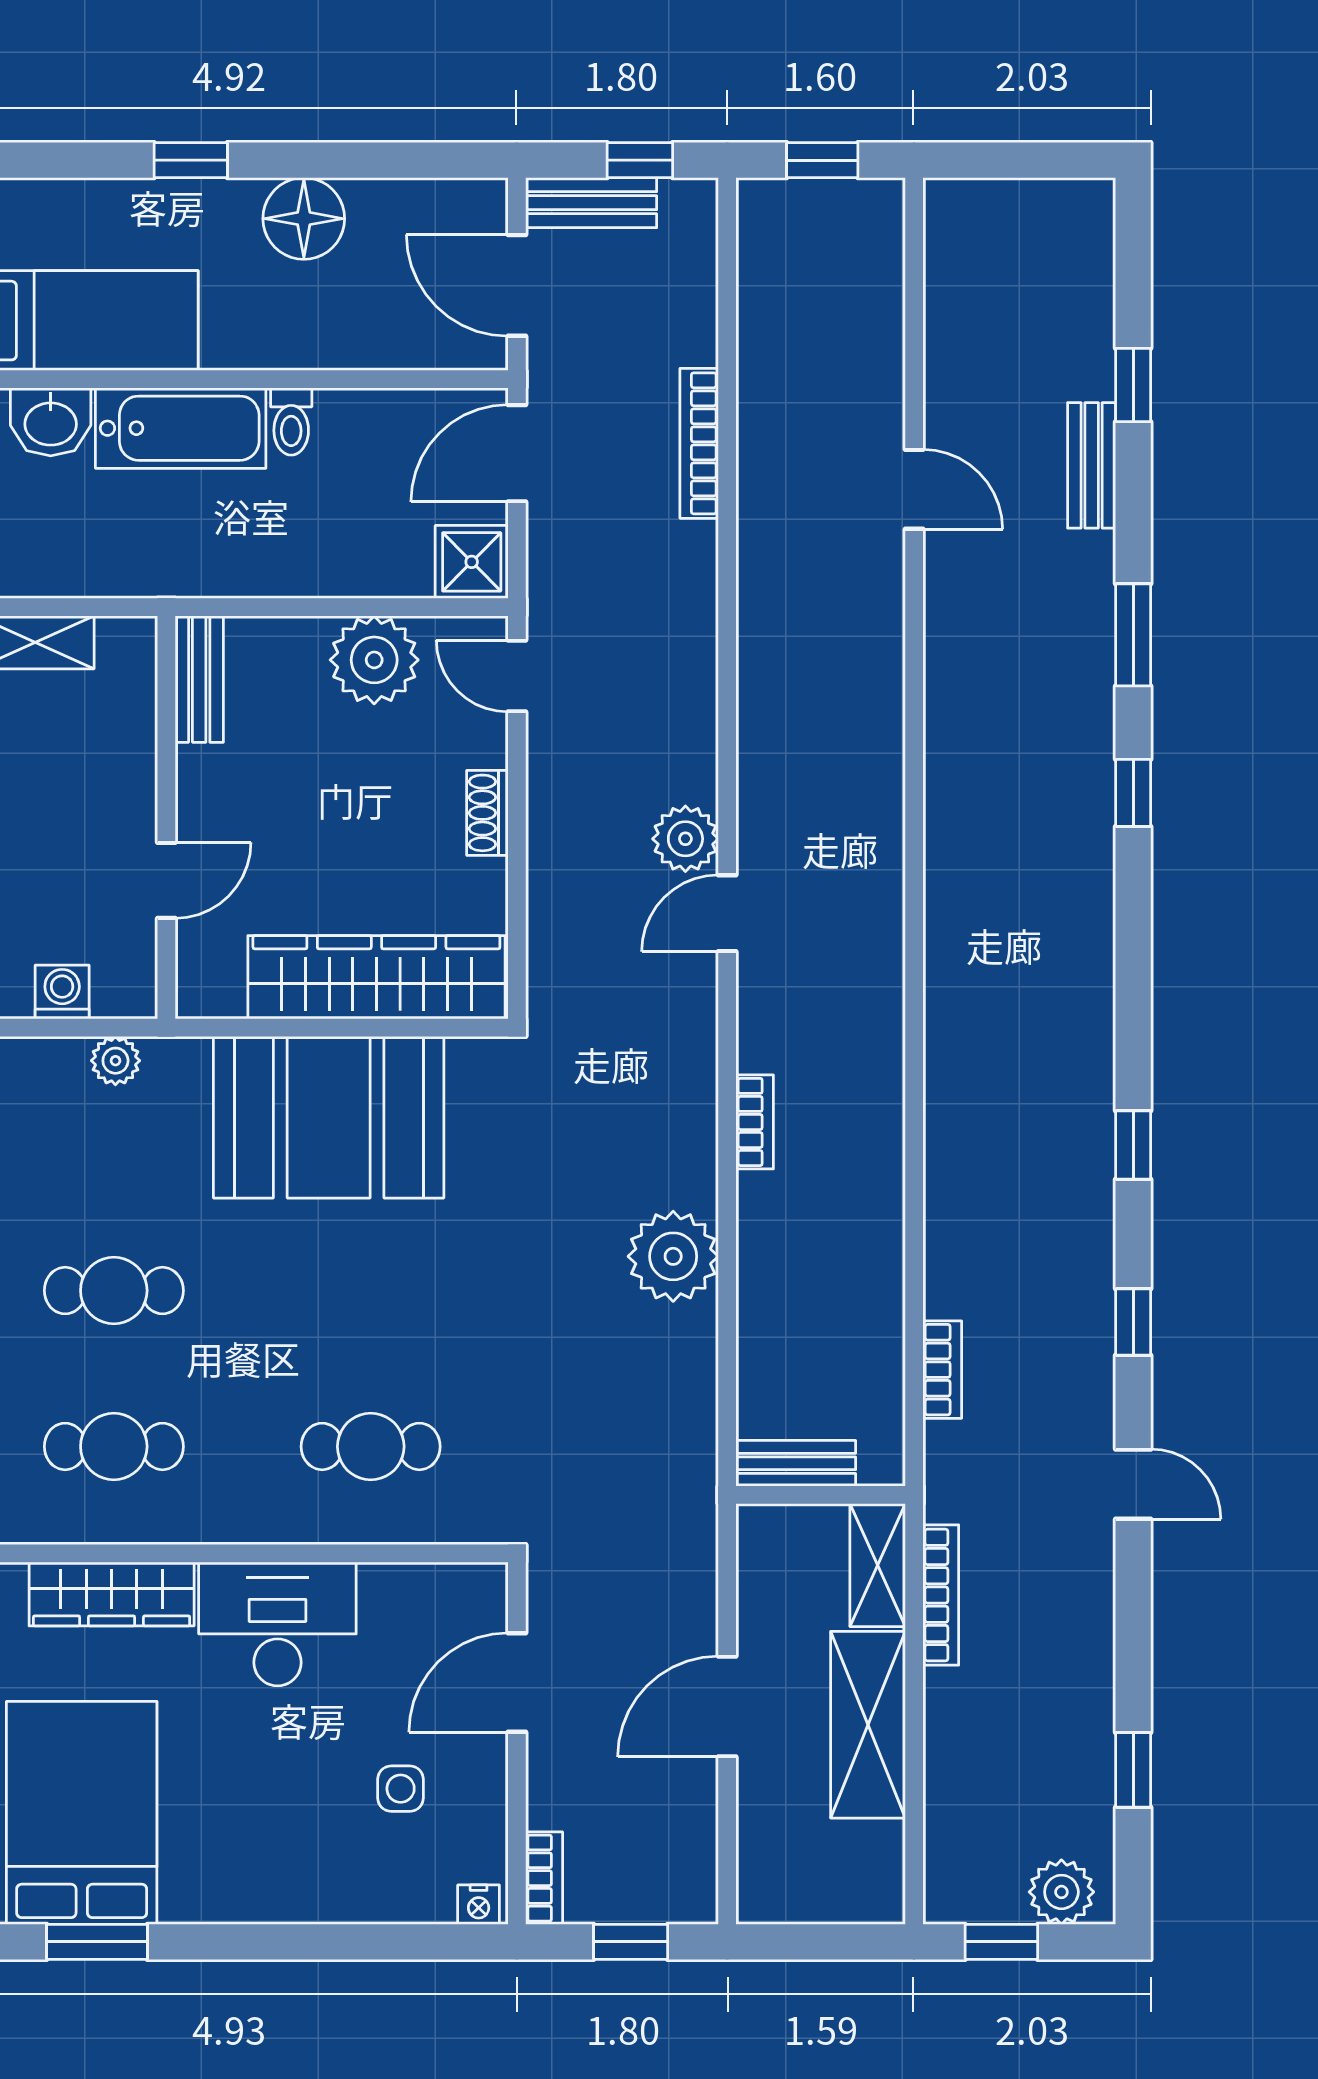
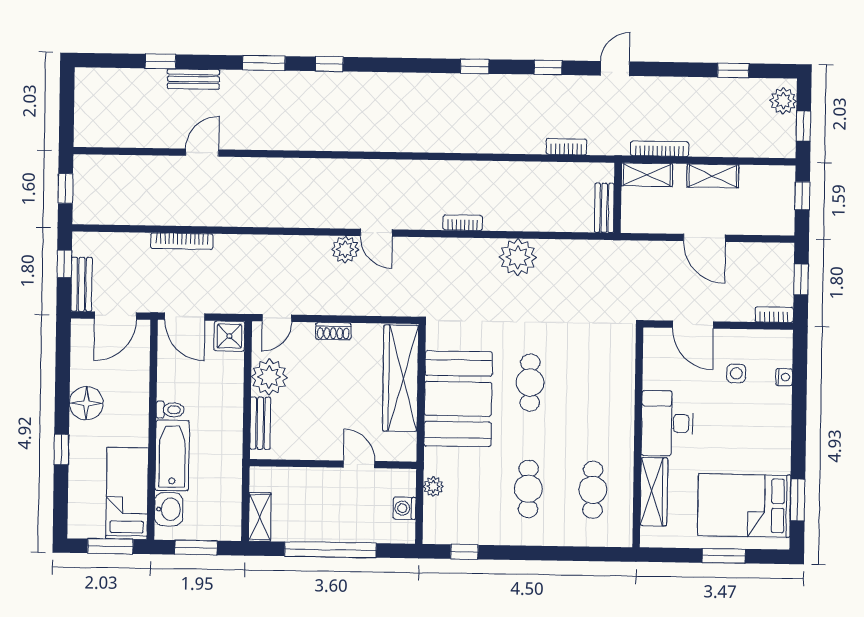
bench: (199, 679) -> (260, 423), moved, turned 90
cafe table: (371, 1446) -> (530, 383), moved
shelving: (868, 1725) -> (713, 176), width x0.67, depth x0.75
nightstand: (479, 1905) -> (784, 377), moved
window: (832, 1942) -> (802, 196), added

